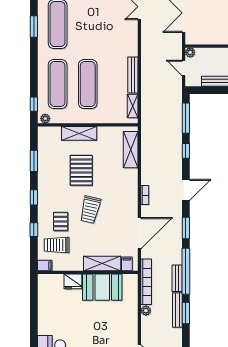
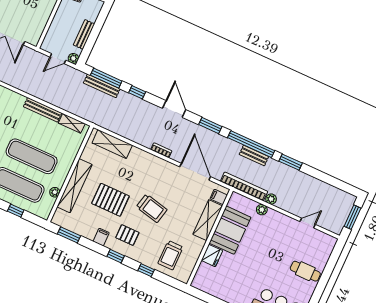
plant: (190, 52) -> (73, 58), moved
window: (34, 104) -> (16, 211), moved
plant: (45, 119) -> (55, 192), moved
shelving: (79, 133) -> (75, 186), width x1.47
window: (34, 161) -> (69, 235), moved
pallet: (61, 222) -> (127, 235), moved
filing cabinet: (45, 266) -> (101, 237), moved
plant: (133, 307) -> (262, 210), added
bench: (177, 310) -> (102, 86), moved

